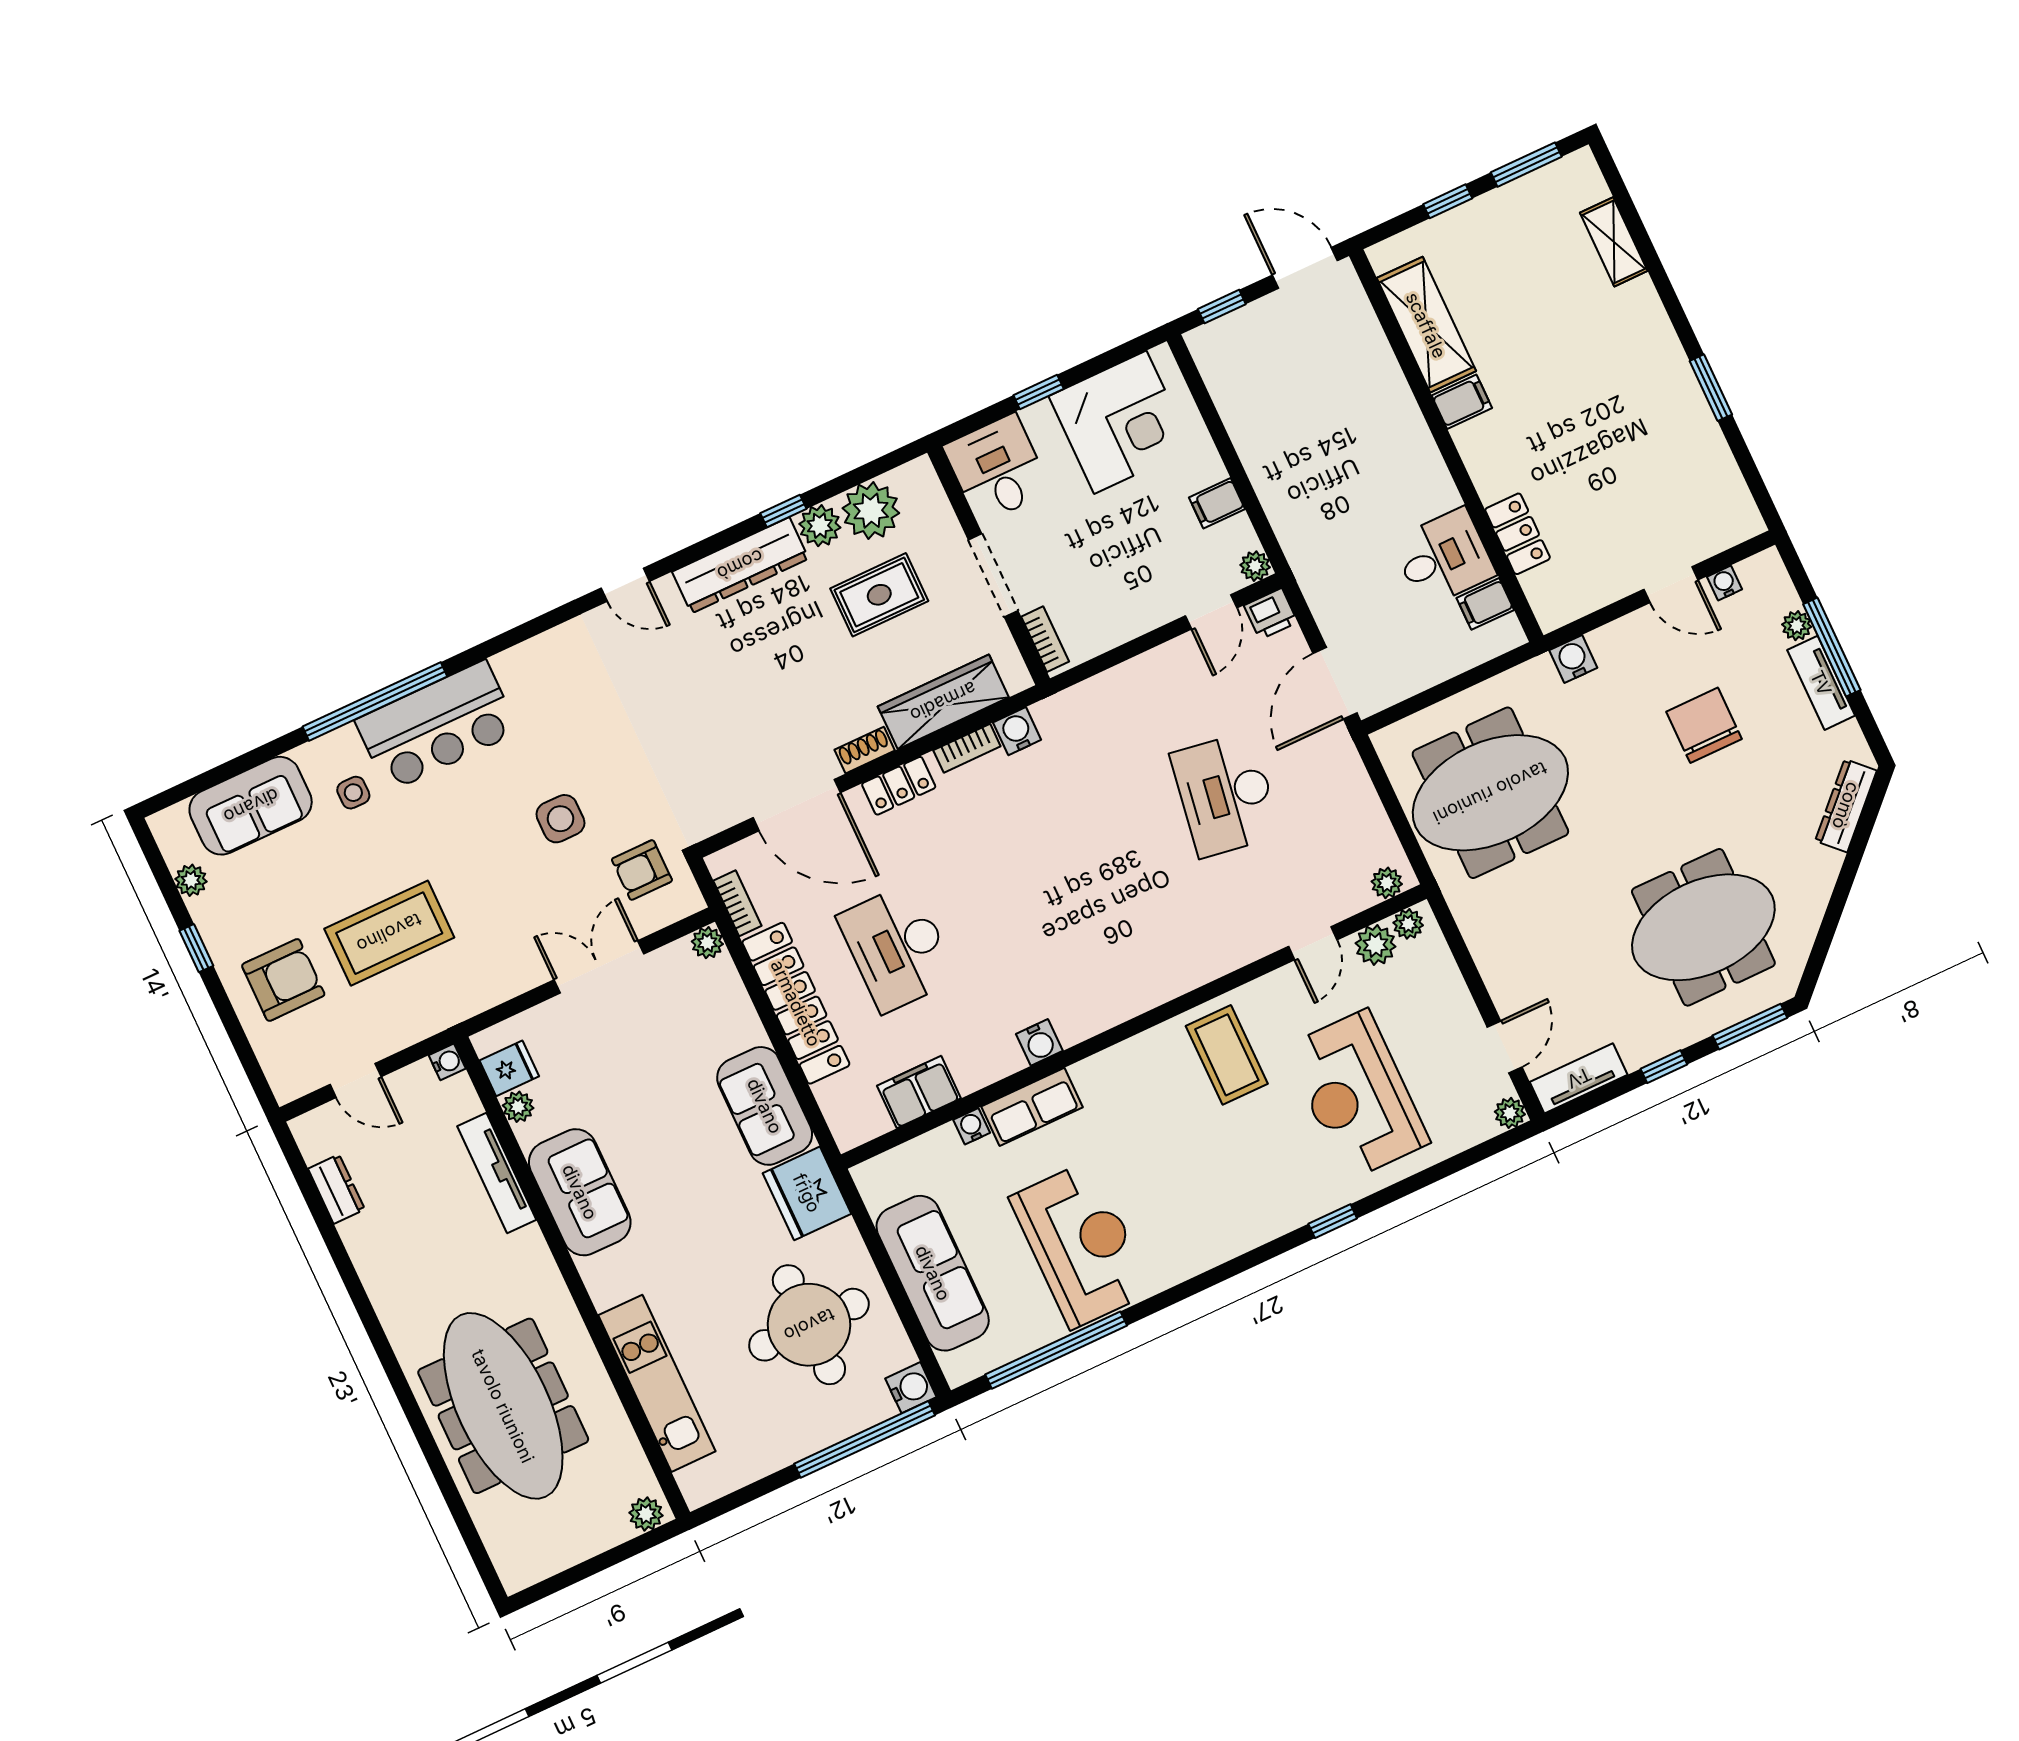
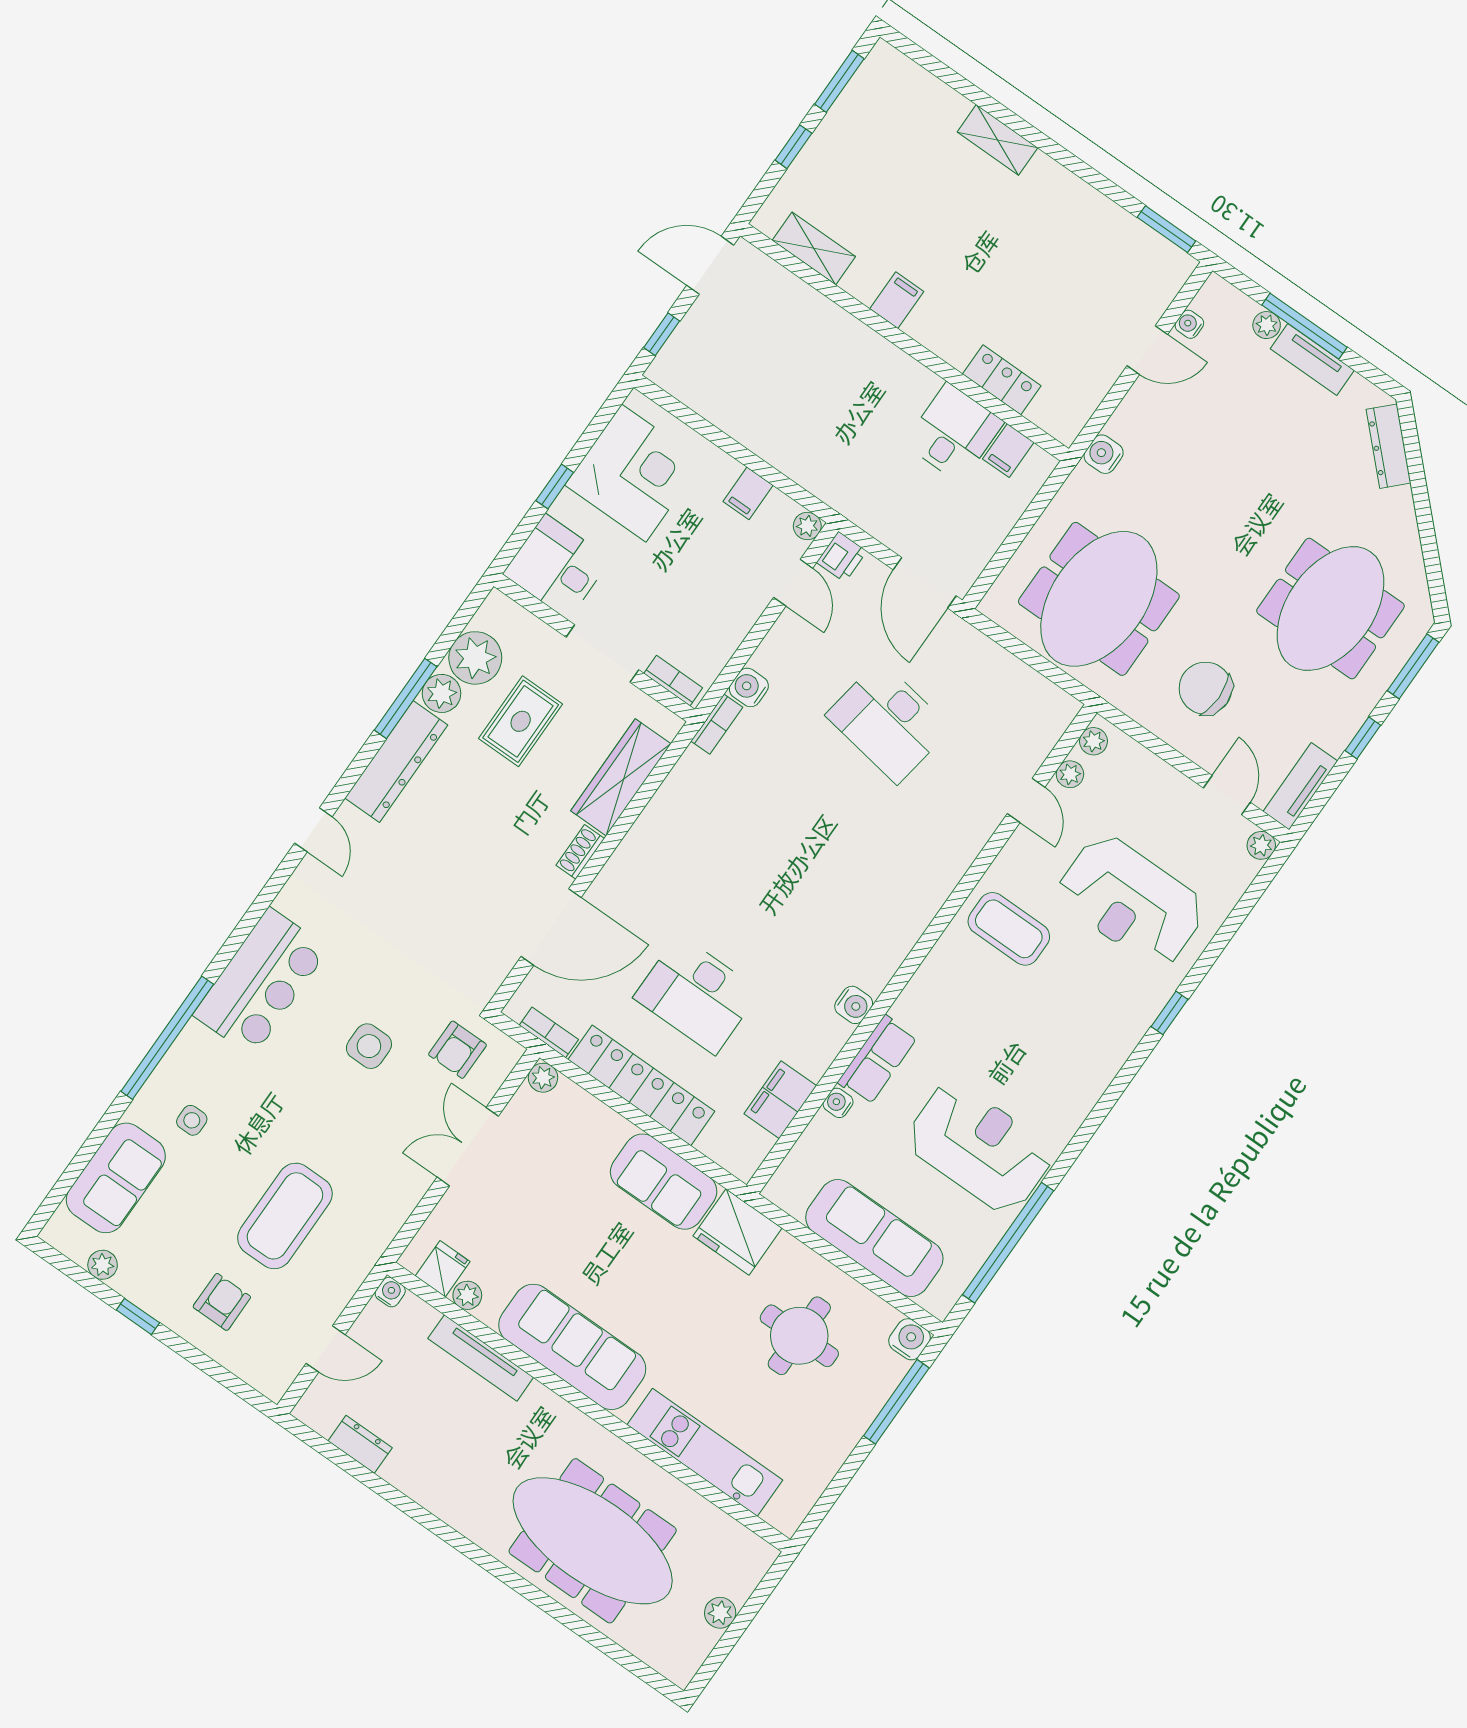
shelving: (1614, 242) -> (997, 140), moved
shelving: (1426, 325) -> (814, 248), width x0.67, depth x0.75
window: (1711, 388) -> (1166, 229), moved
window: (783, 511) -> (406, 698), width x2.17
door: (625, 585) -> (313, 830), hinge flipped
chair: (1704, 725) -> (1205, 688), moved
bar counter: (437, 726) -> (261, 982), moved
water cooler: (1017, 731) -> (749, 687), moved
bookcase: (967, 748) -> (717, 724), moved
locker: (899, 786) -> (624, 865), removed
plant: (1387, 883) -> (1058, 718), removed
plant: (1376, 945) -> (1070, 774), width x0.73, depth x0.73
armchair: (283, 980) -> (222, 1302), width x0.72, depth x0.72
sofa: (580, 1192) -> (572, 1347), width x1.36
round table: (809, 1325) -> (799, 1336), width x0.73, depth x0.73
window: (865, 1439) -> (896, 1402), width x0.68
plant: (646, 1514) -> (720, 1613), moved

